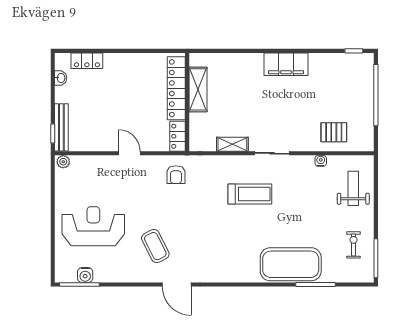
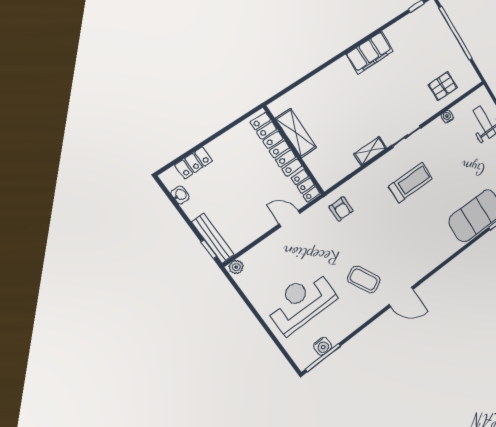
locker: (176, 88) -> (276, 145), moved
shelving: (198, 89) -> (296, 133), moved
wall: (187, 102) -> (294, 151), moved
locker: (178, 136) -> (306, 186), moved

